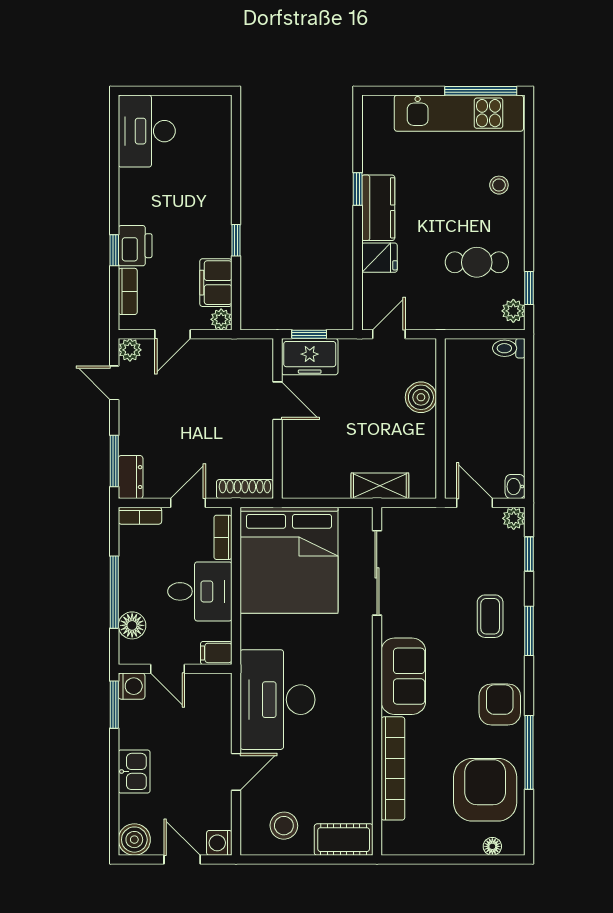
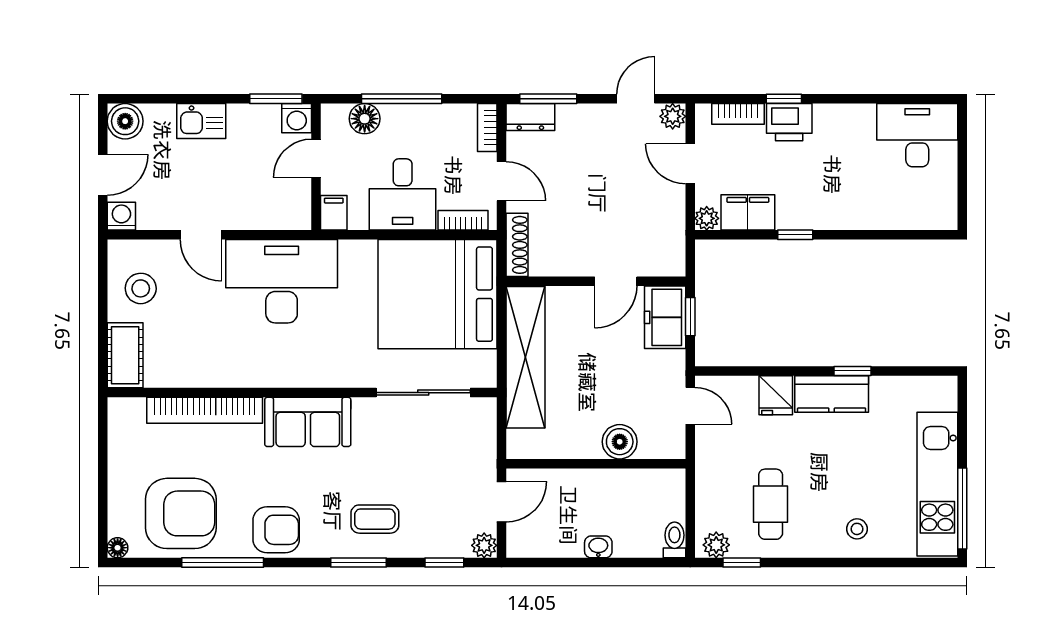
shelving: (380, 486) -> (526, 357), width x2.20, depth x1.33
washbasin: (515, 487) -> (598, 547), moved
floor lamp: (492, 846) -> (118, 548), moved

